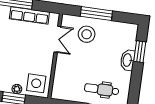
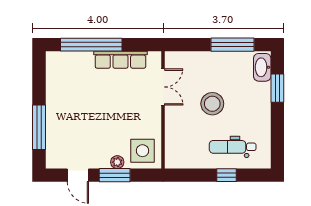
window: (96, 14) -> (232, 45), moved
stool: (87, 34) -> (212, 104), moved
washbasin: (127, 60) -> (262, 67), moved

